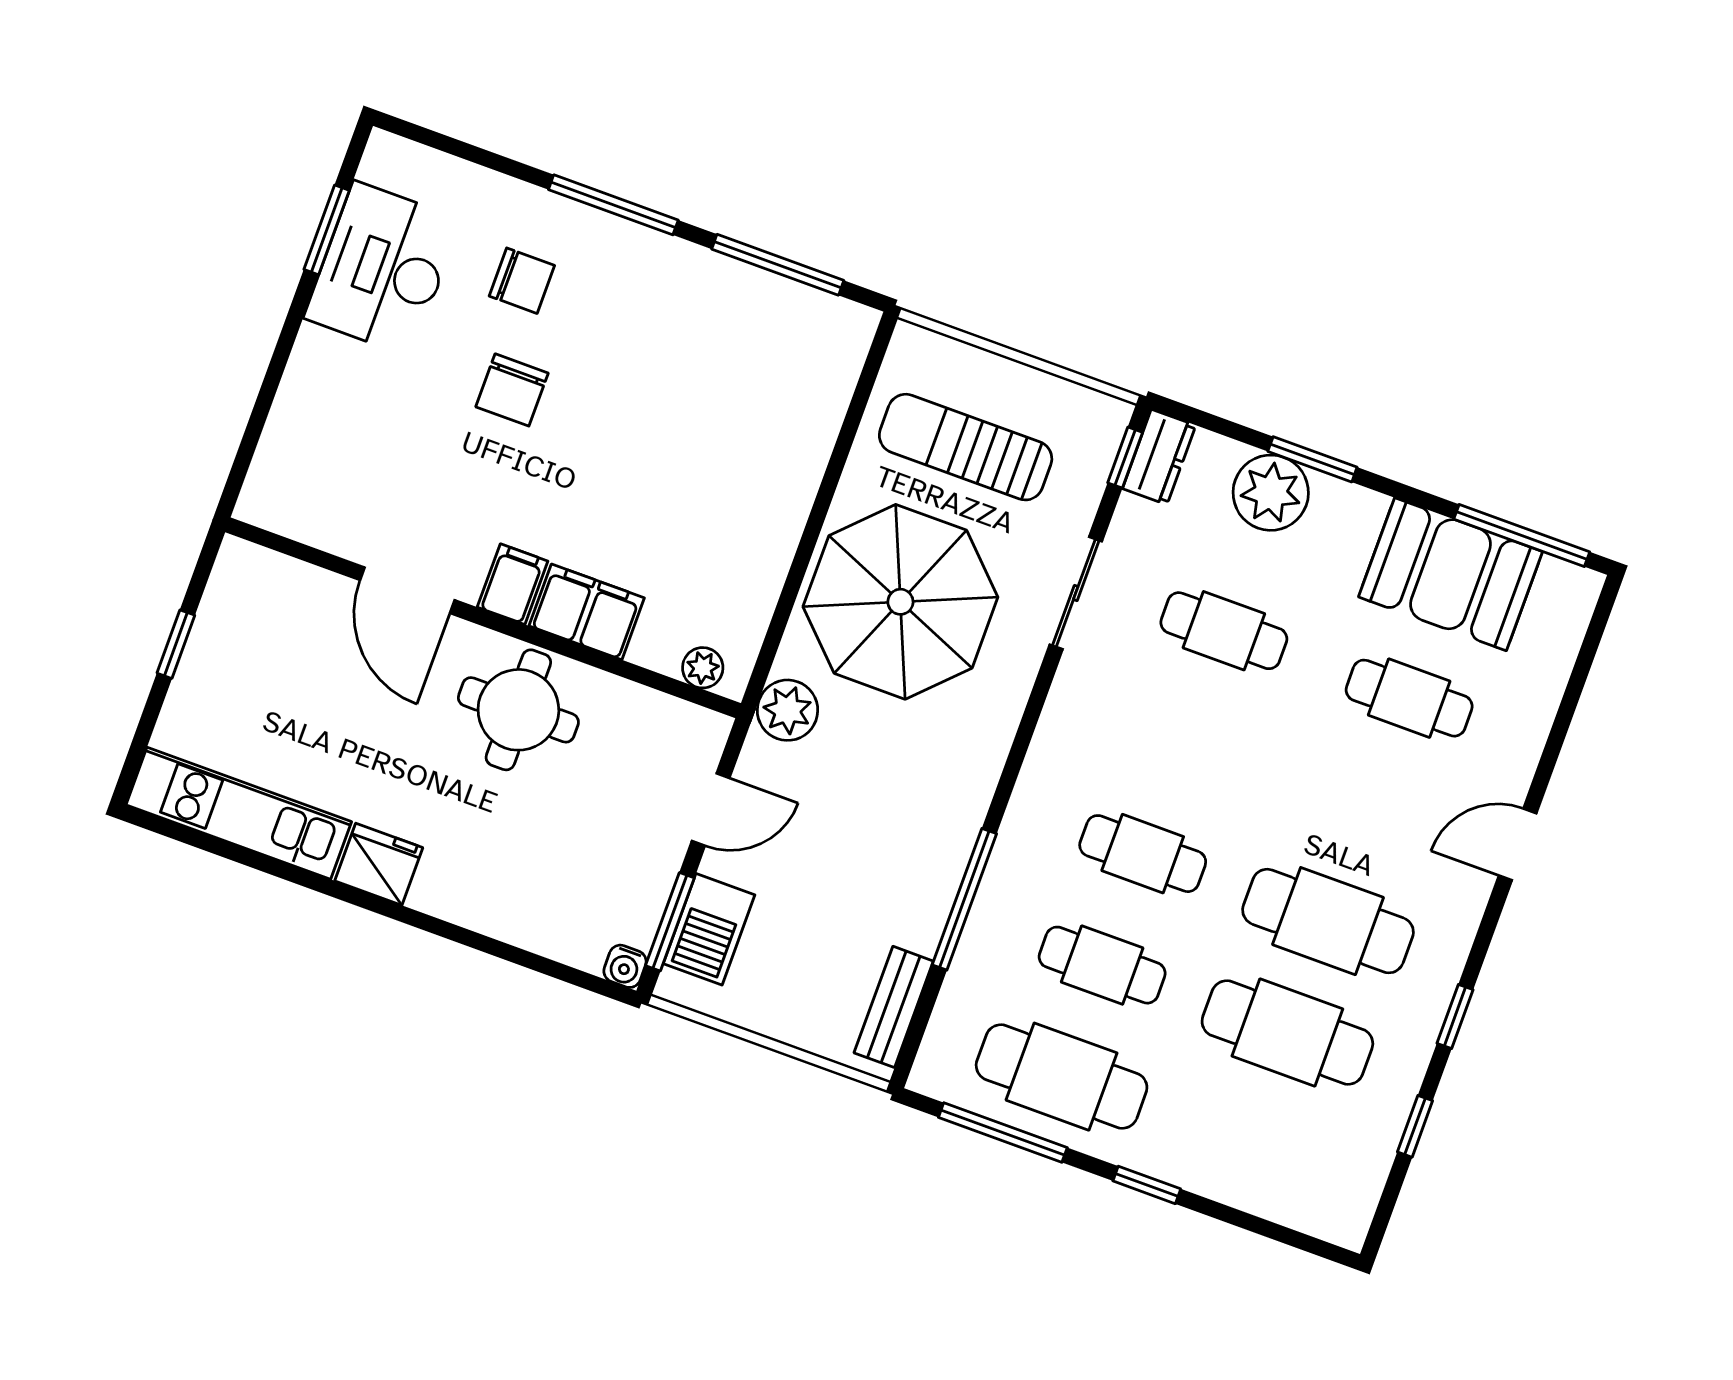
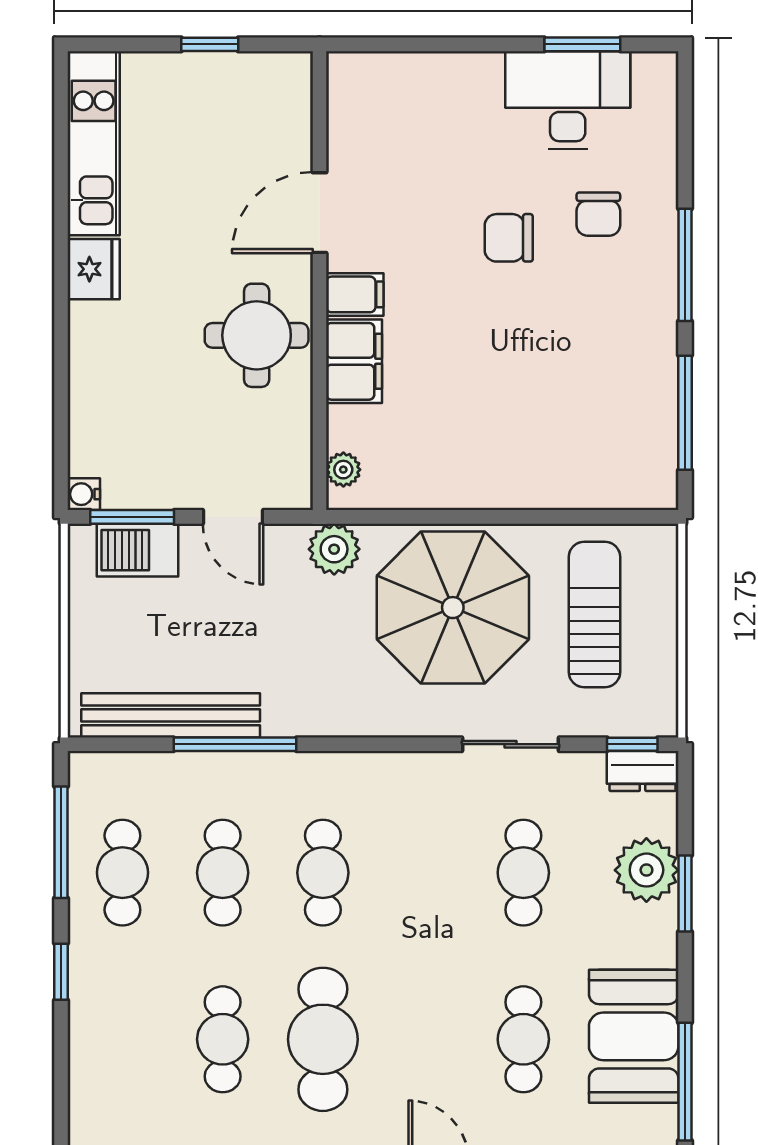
bench: (894, 1007) -> (171, 715), width x1.86, depth x1.21
cafe table: (1287, 1033) -> (223, 1039), width x0.73, depth x0.74
cafe table: (1062, 1077) -> (122, 873), width x0.73, depth x0.74

